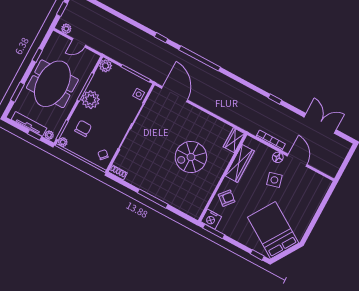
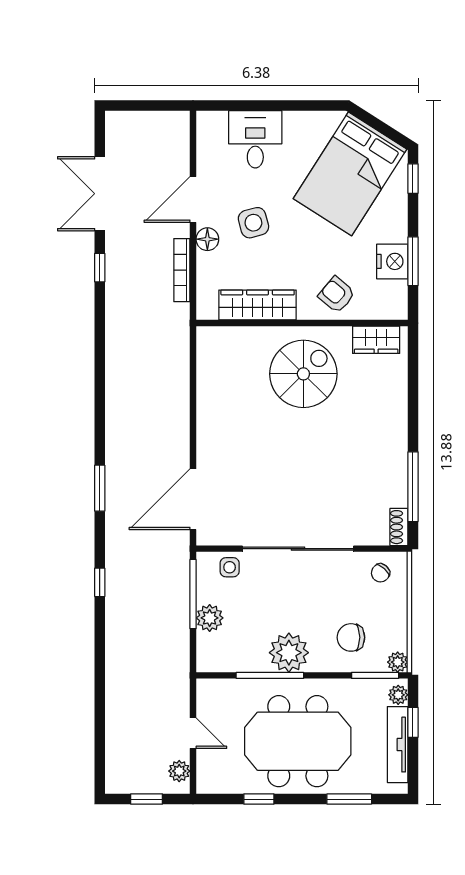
window: (200, 58) -> (100, 488), width x0.47
plant: (106, 66) -> (210, 618), moved
window: (275, 99) -> (100, 268), moved
wardrobe: (234, 140) -> (376, 340), moved
spiral stairs: (191, 157) -> (303, 374), moved, turned -90
window: (153, 199) -> (413, 487), moved
desk: (308, 199) -> (255, 139), added
nightstand: (211, 219) -> (392, 261), moved
window: (214, 231) -> (413, 261), moved

